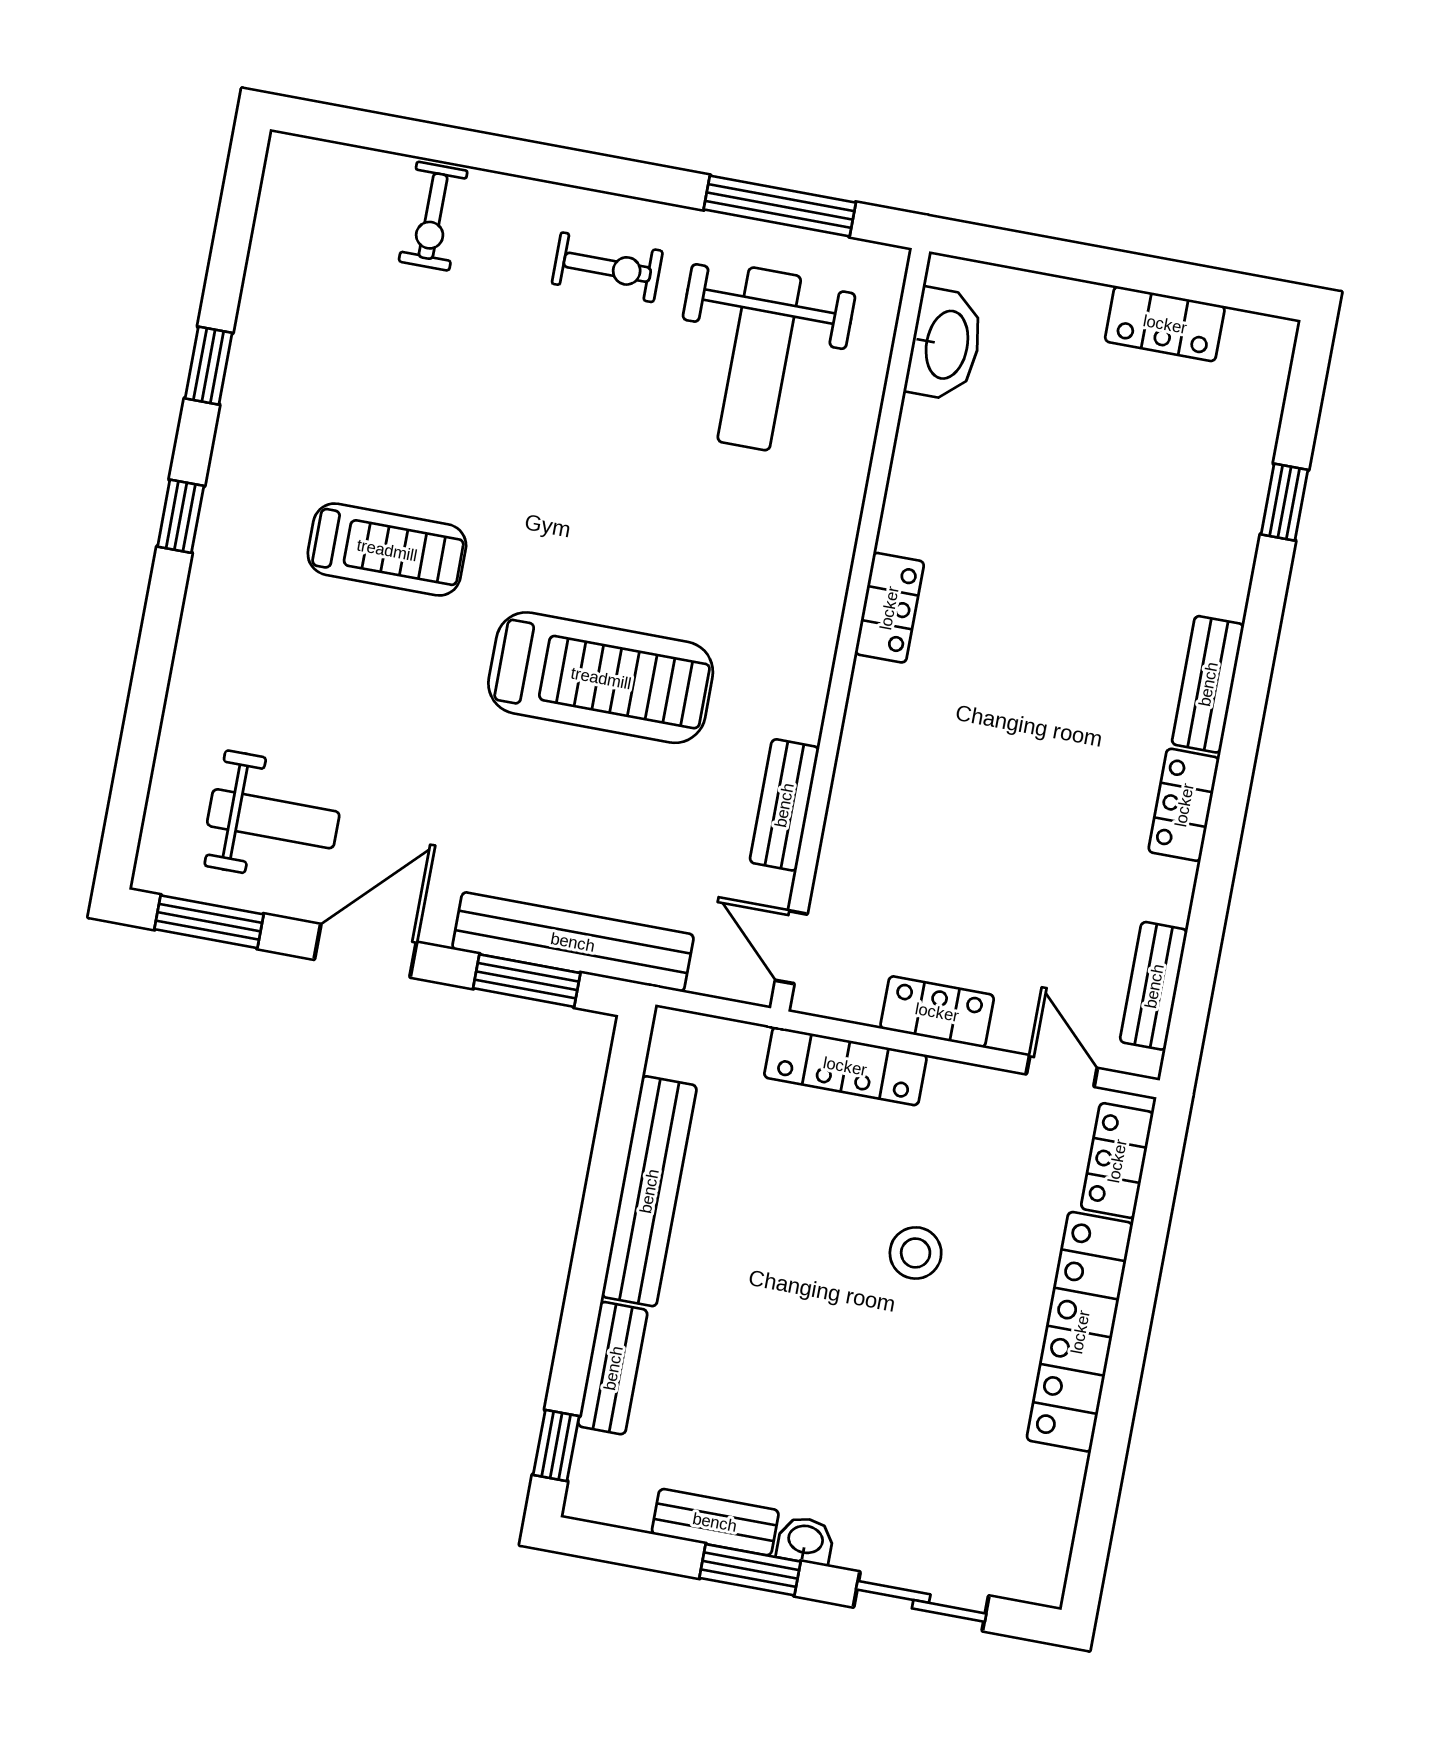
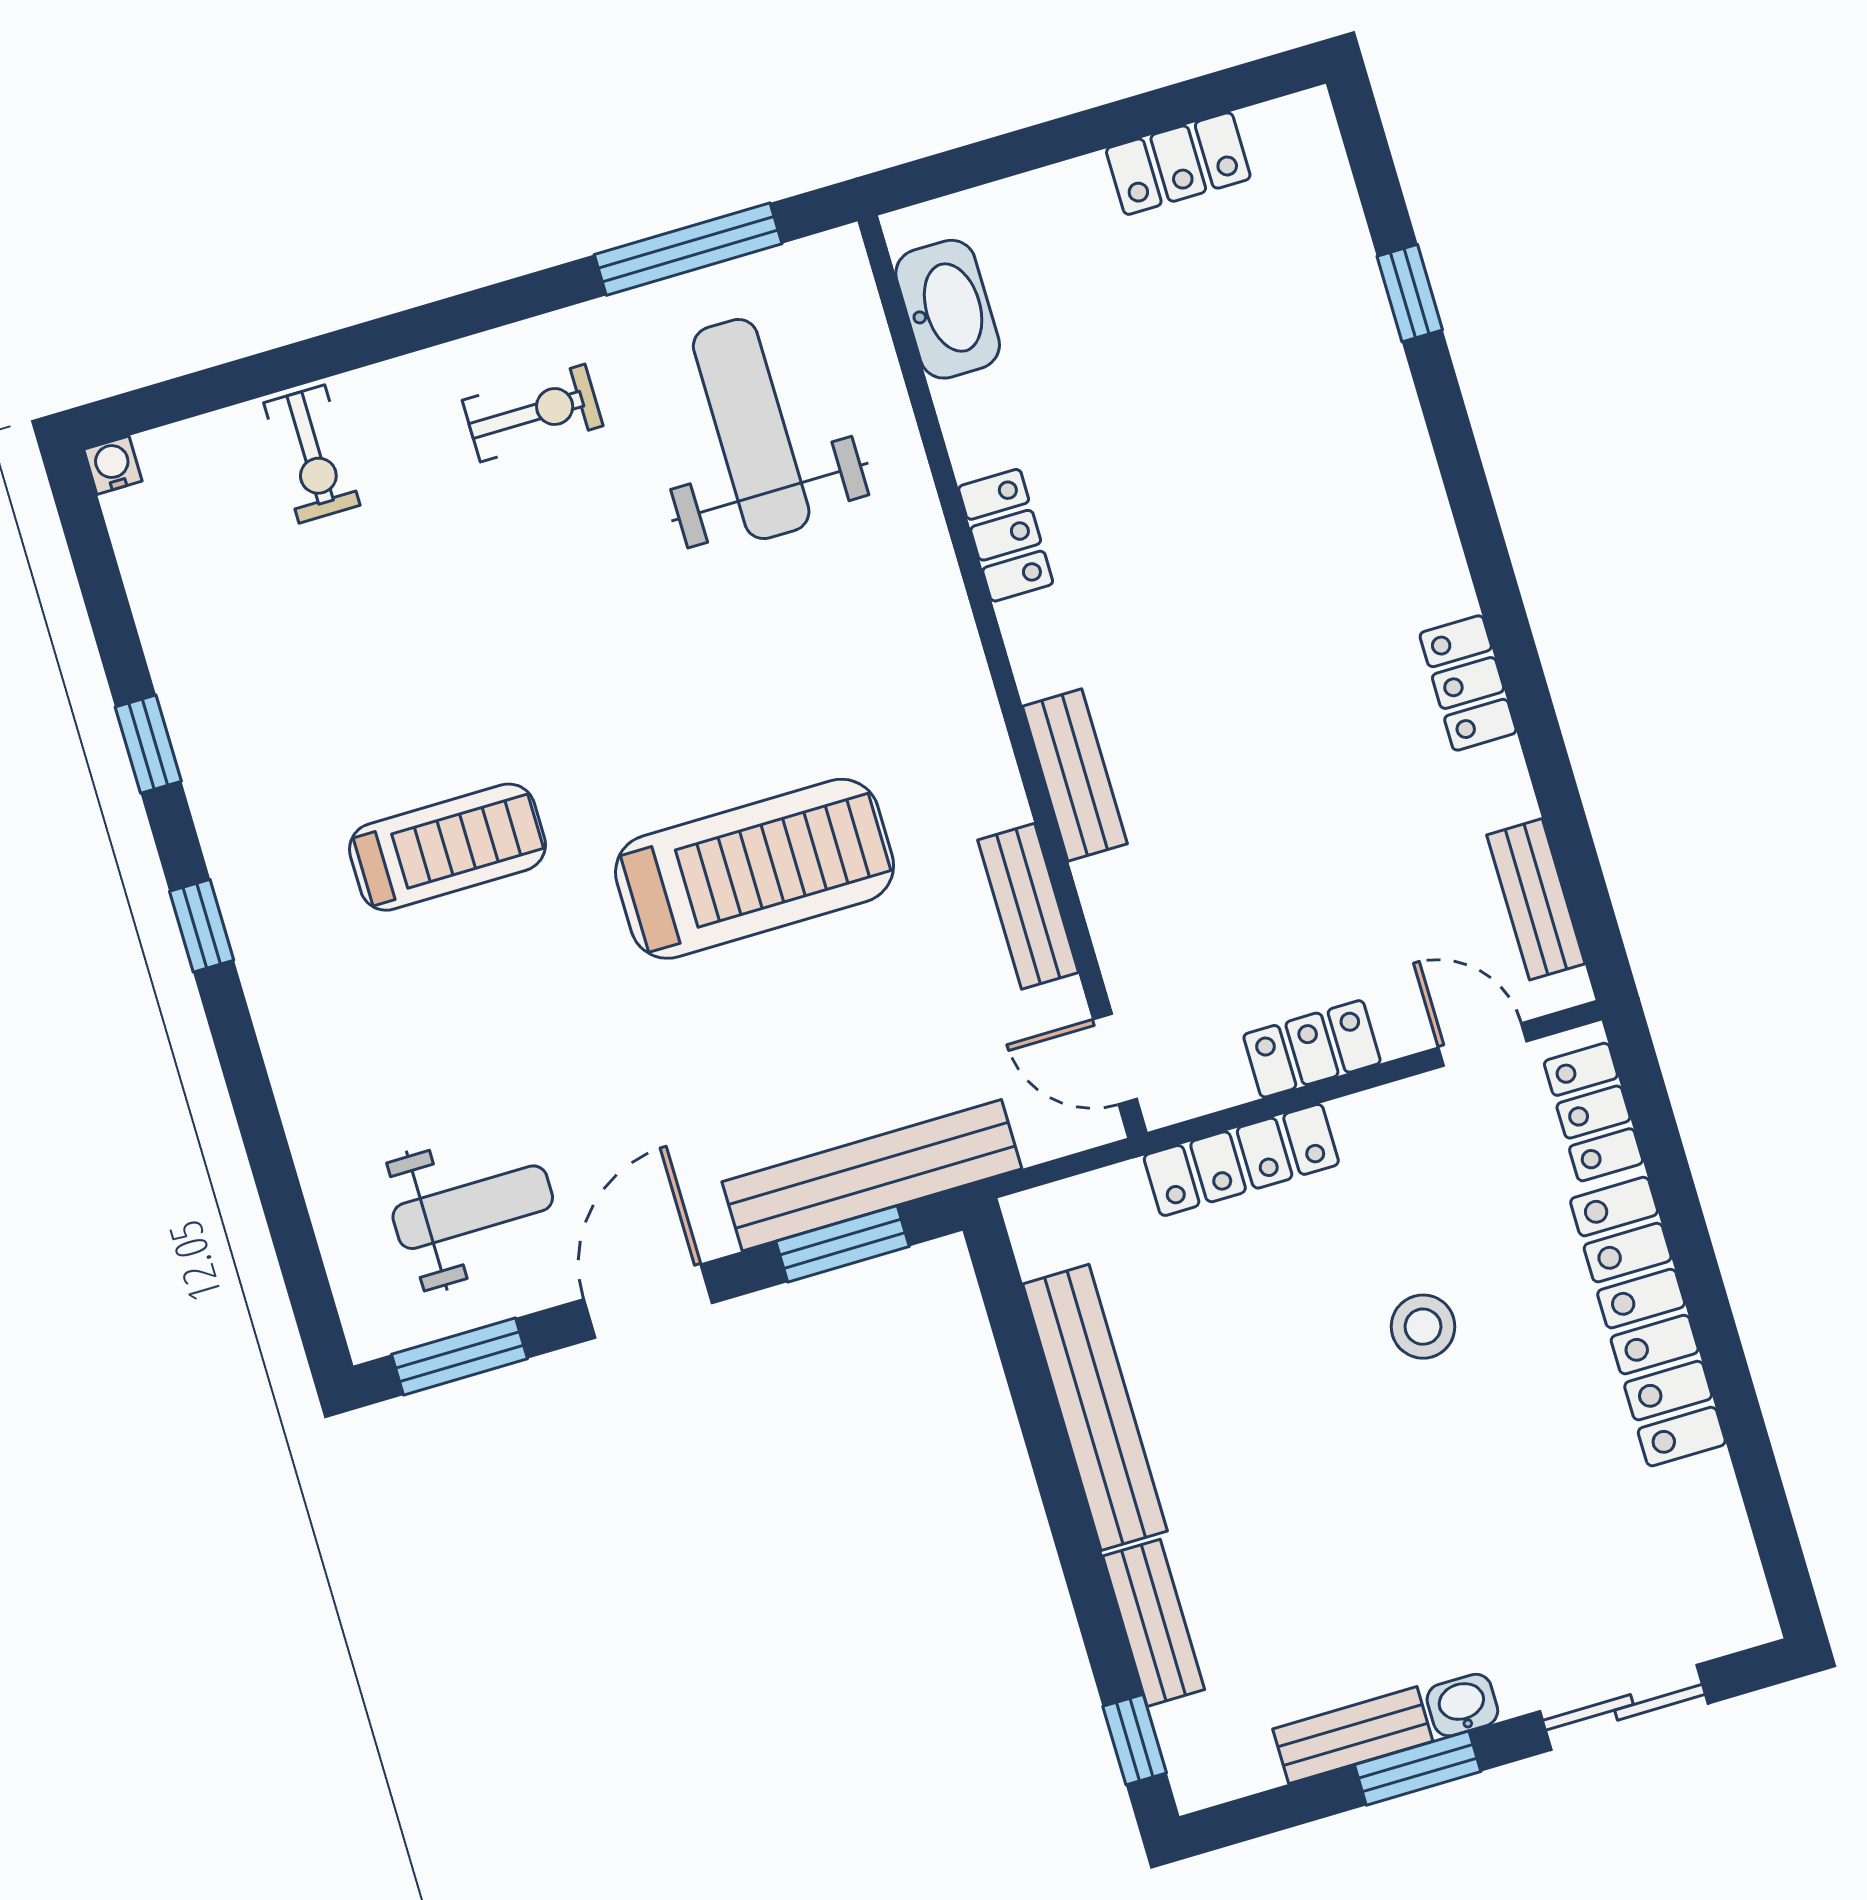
water cooler: (285, 151) -> (113, 465), added
weight bench: (759, 359) -> (751, 429), turned 180
locker: (889, 608) -> (1006, 535), moved
bench: (1208, 684) -> (1075, 775), moved

